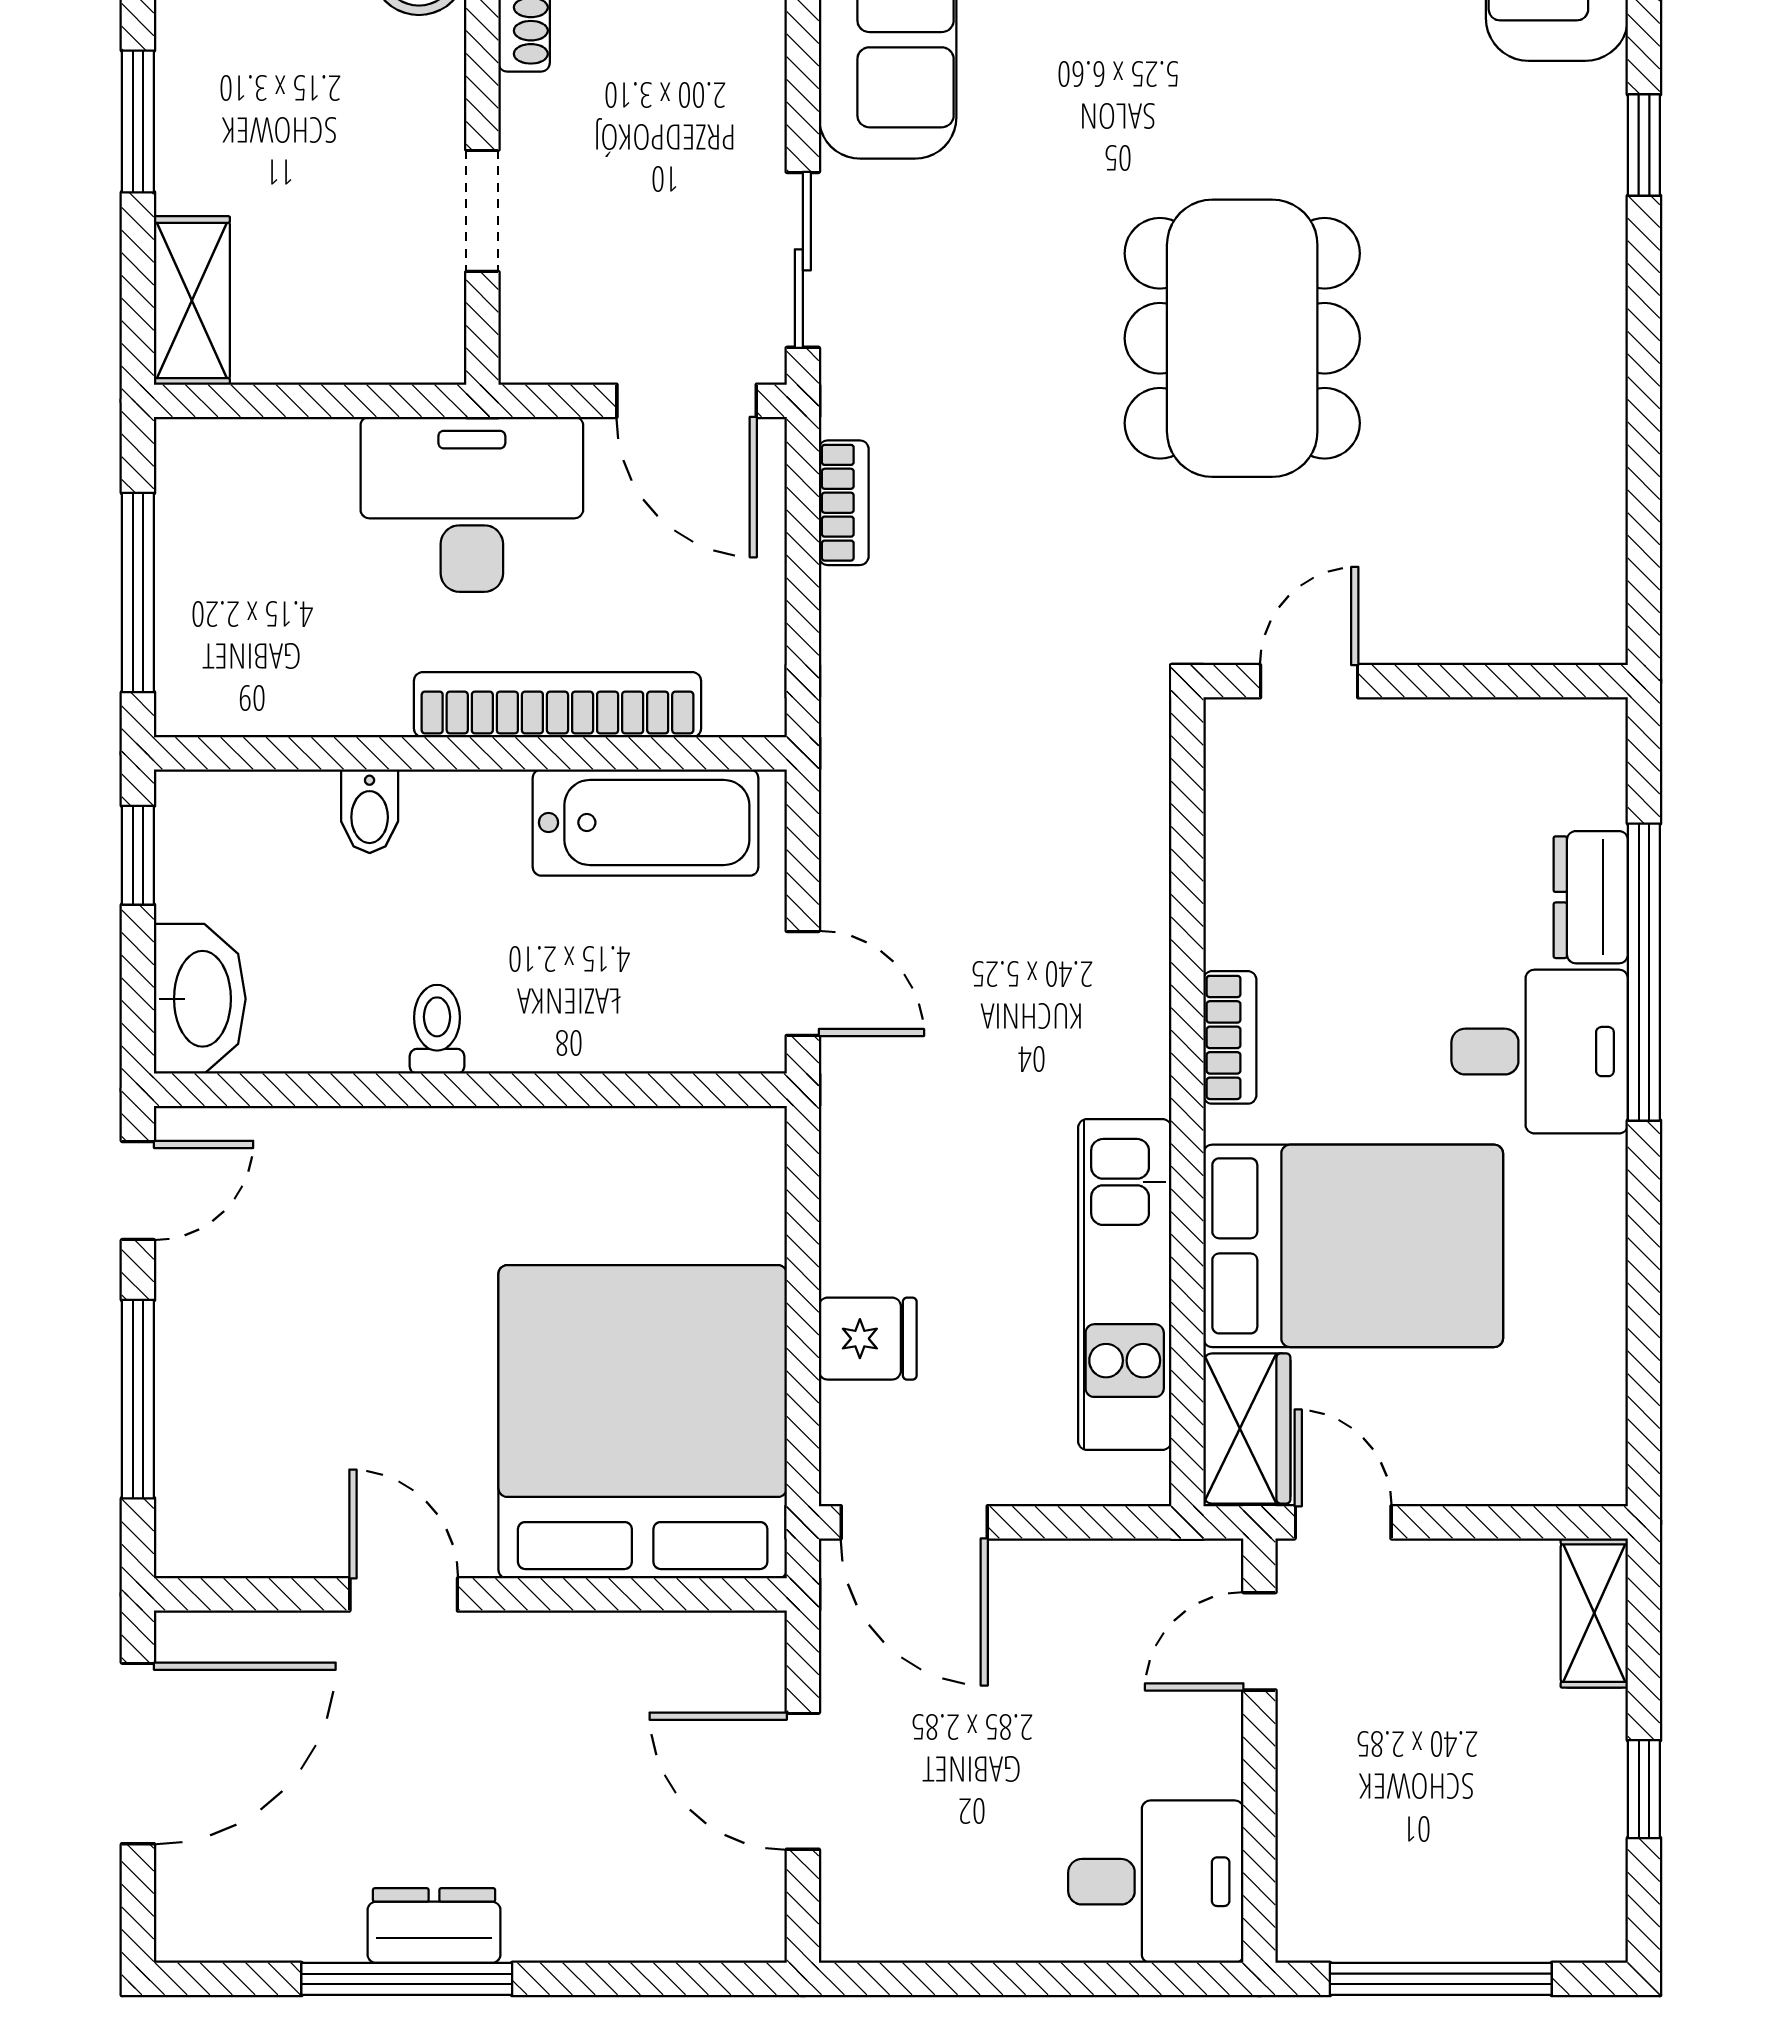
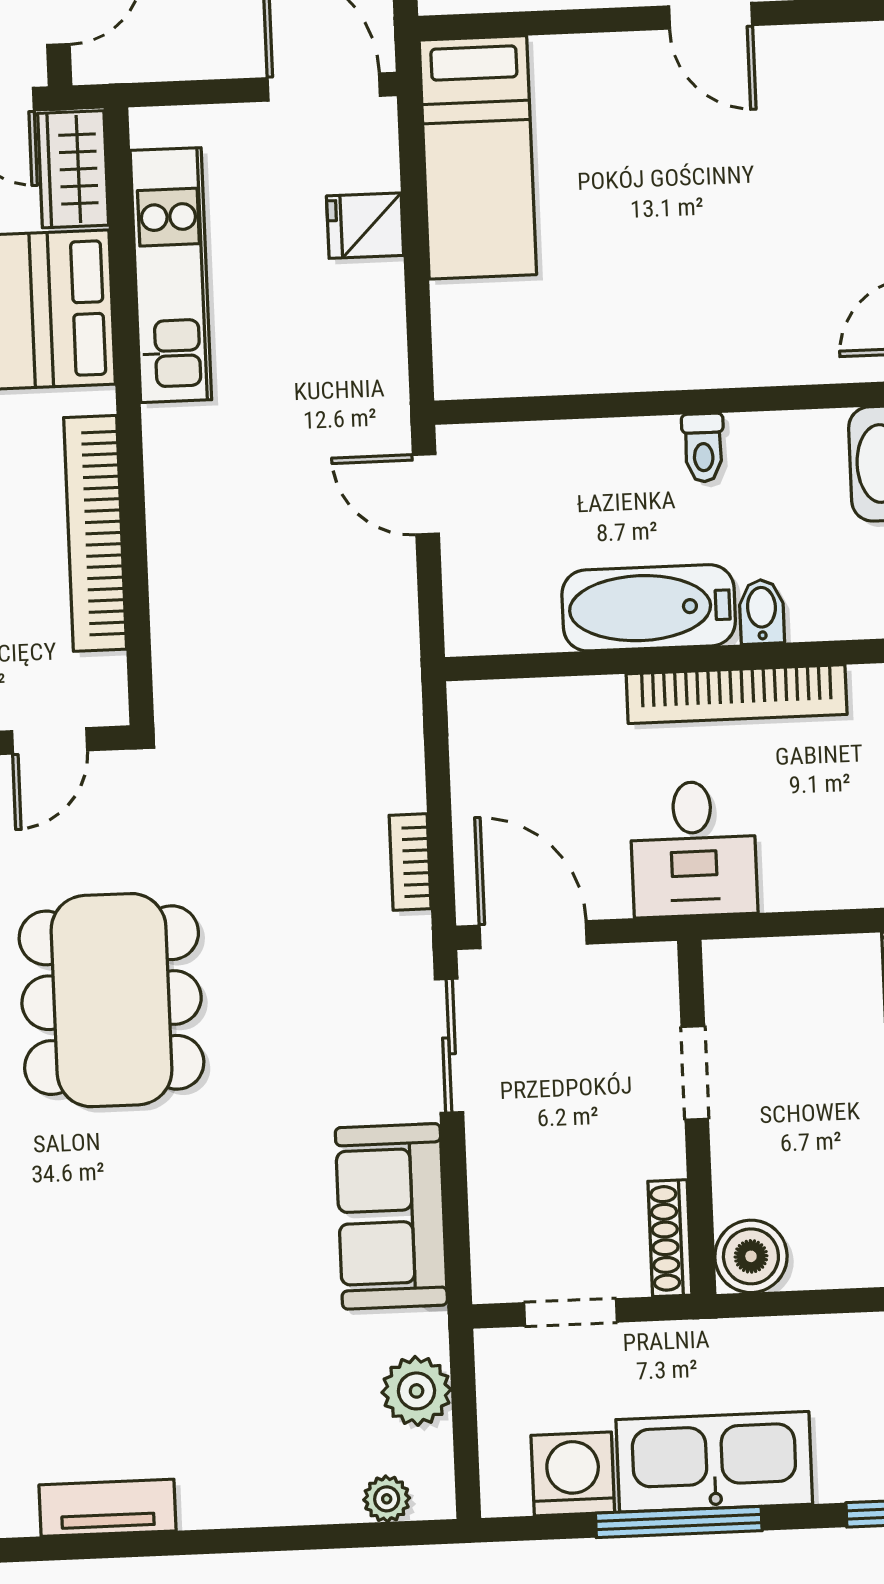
desk: (472, 504) -> (693, 849), width x0.73
bookcase: (557, 705) -> (737, 694), moved
bathtub: (646, 823) -> (649, 608), moved
bookcase: (1230, 1037) -> (95, 533), width x2.31, depth x1.31
bed: (643, 1422) -> (478, 157), width x0.49

